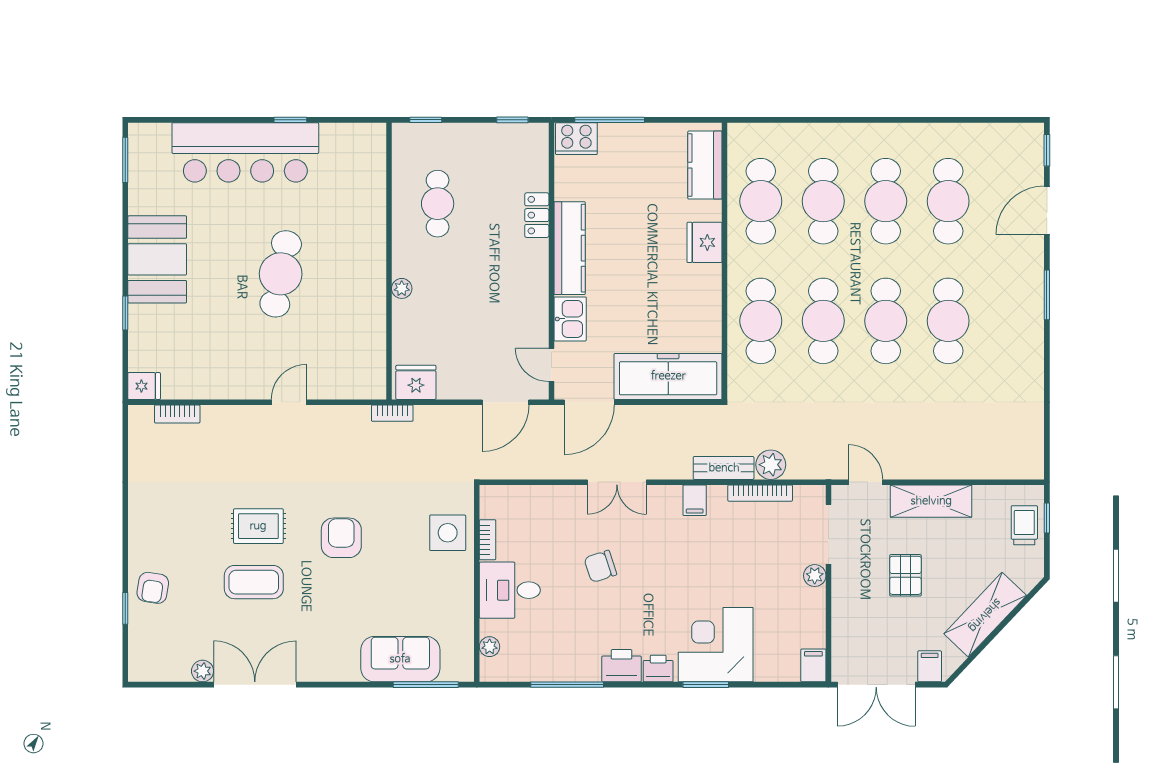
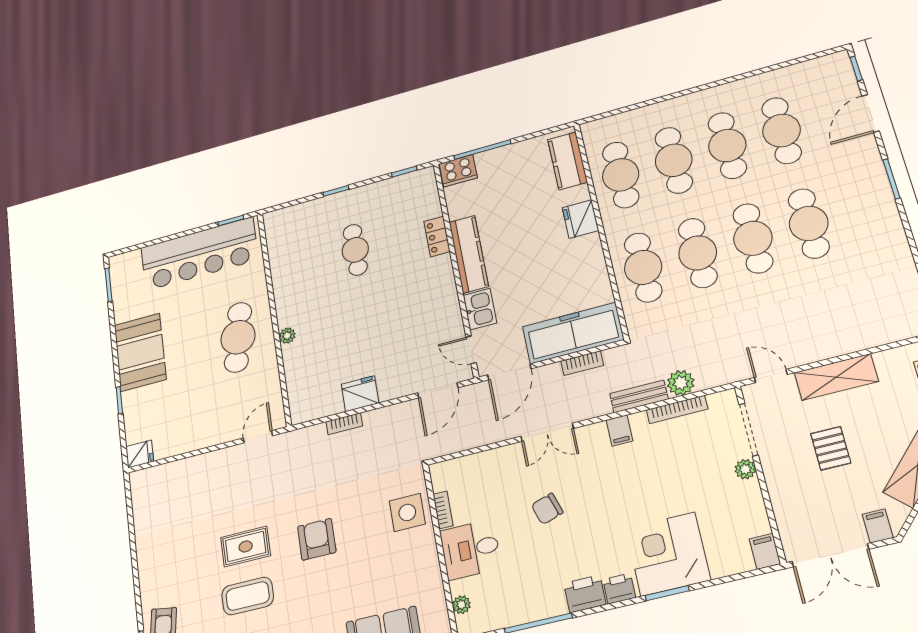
wall: (389, 261) -> (274, 317), moved
plant: (402, 288) -> (287, 336), moved
bookcase: (177, 414) -> (582, 363), moved

